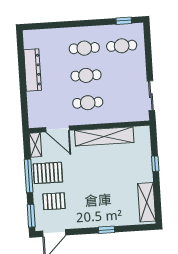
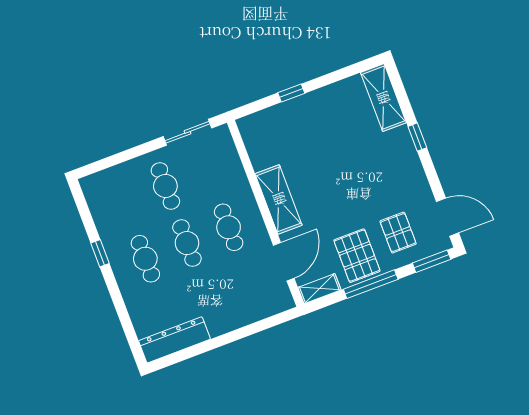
window: (124, 21) -> (100, 253), moved
cafe table: (122, 46) -> (165, 186), moved
dresser: (33, 70) -> (174, 340), moved
shelving: (104, 136) -> (279, 199), width x0.68
shelving: (147, 202) -> (383, 98), moved, turned 90

